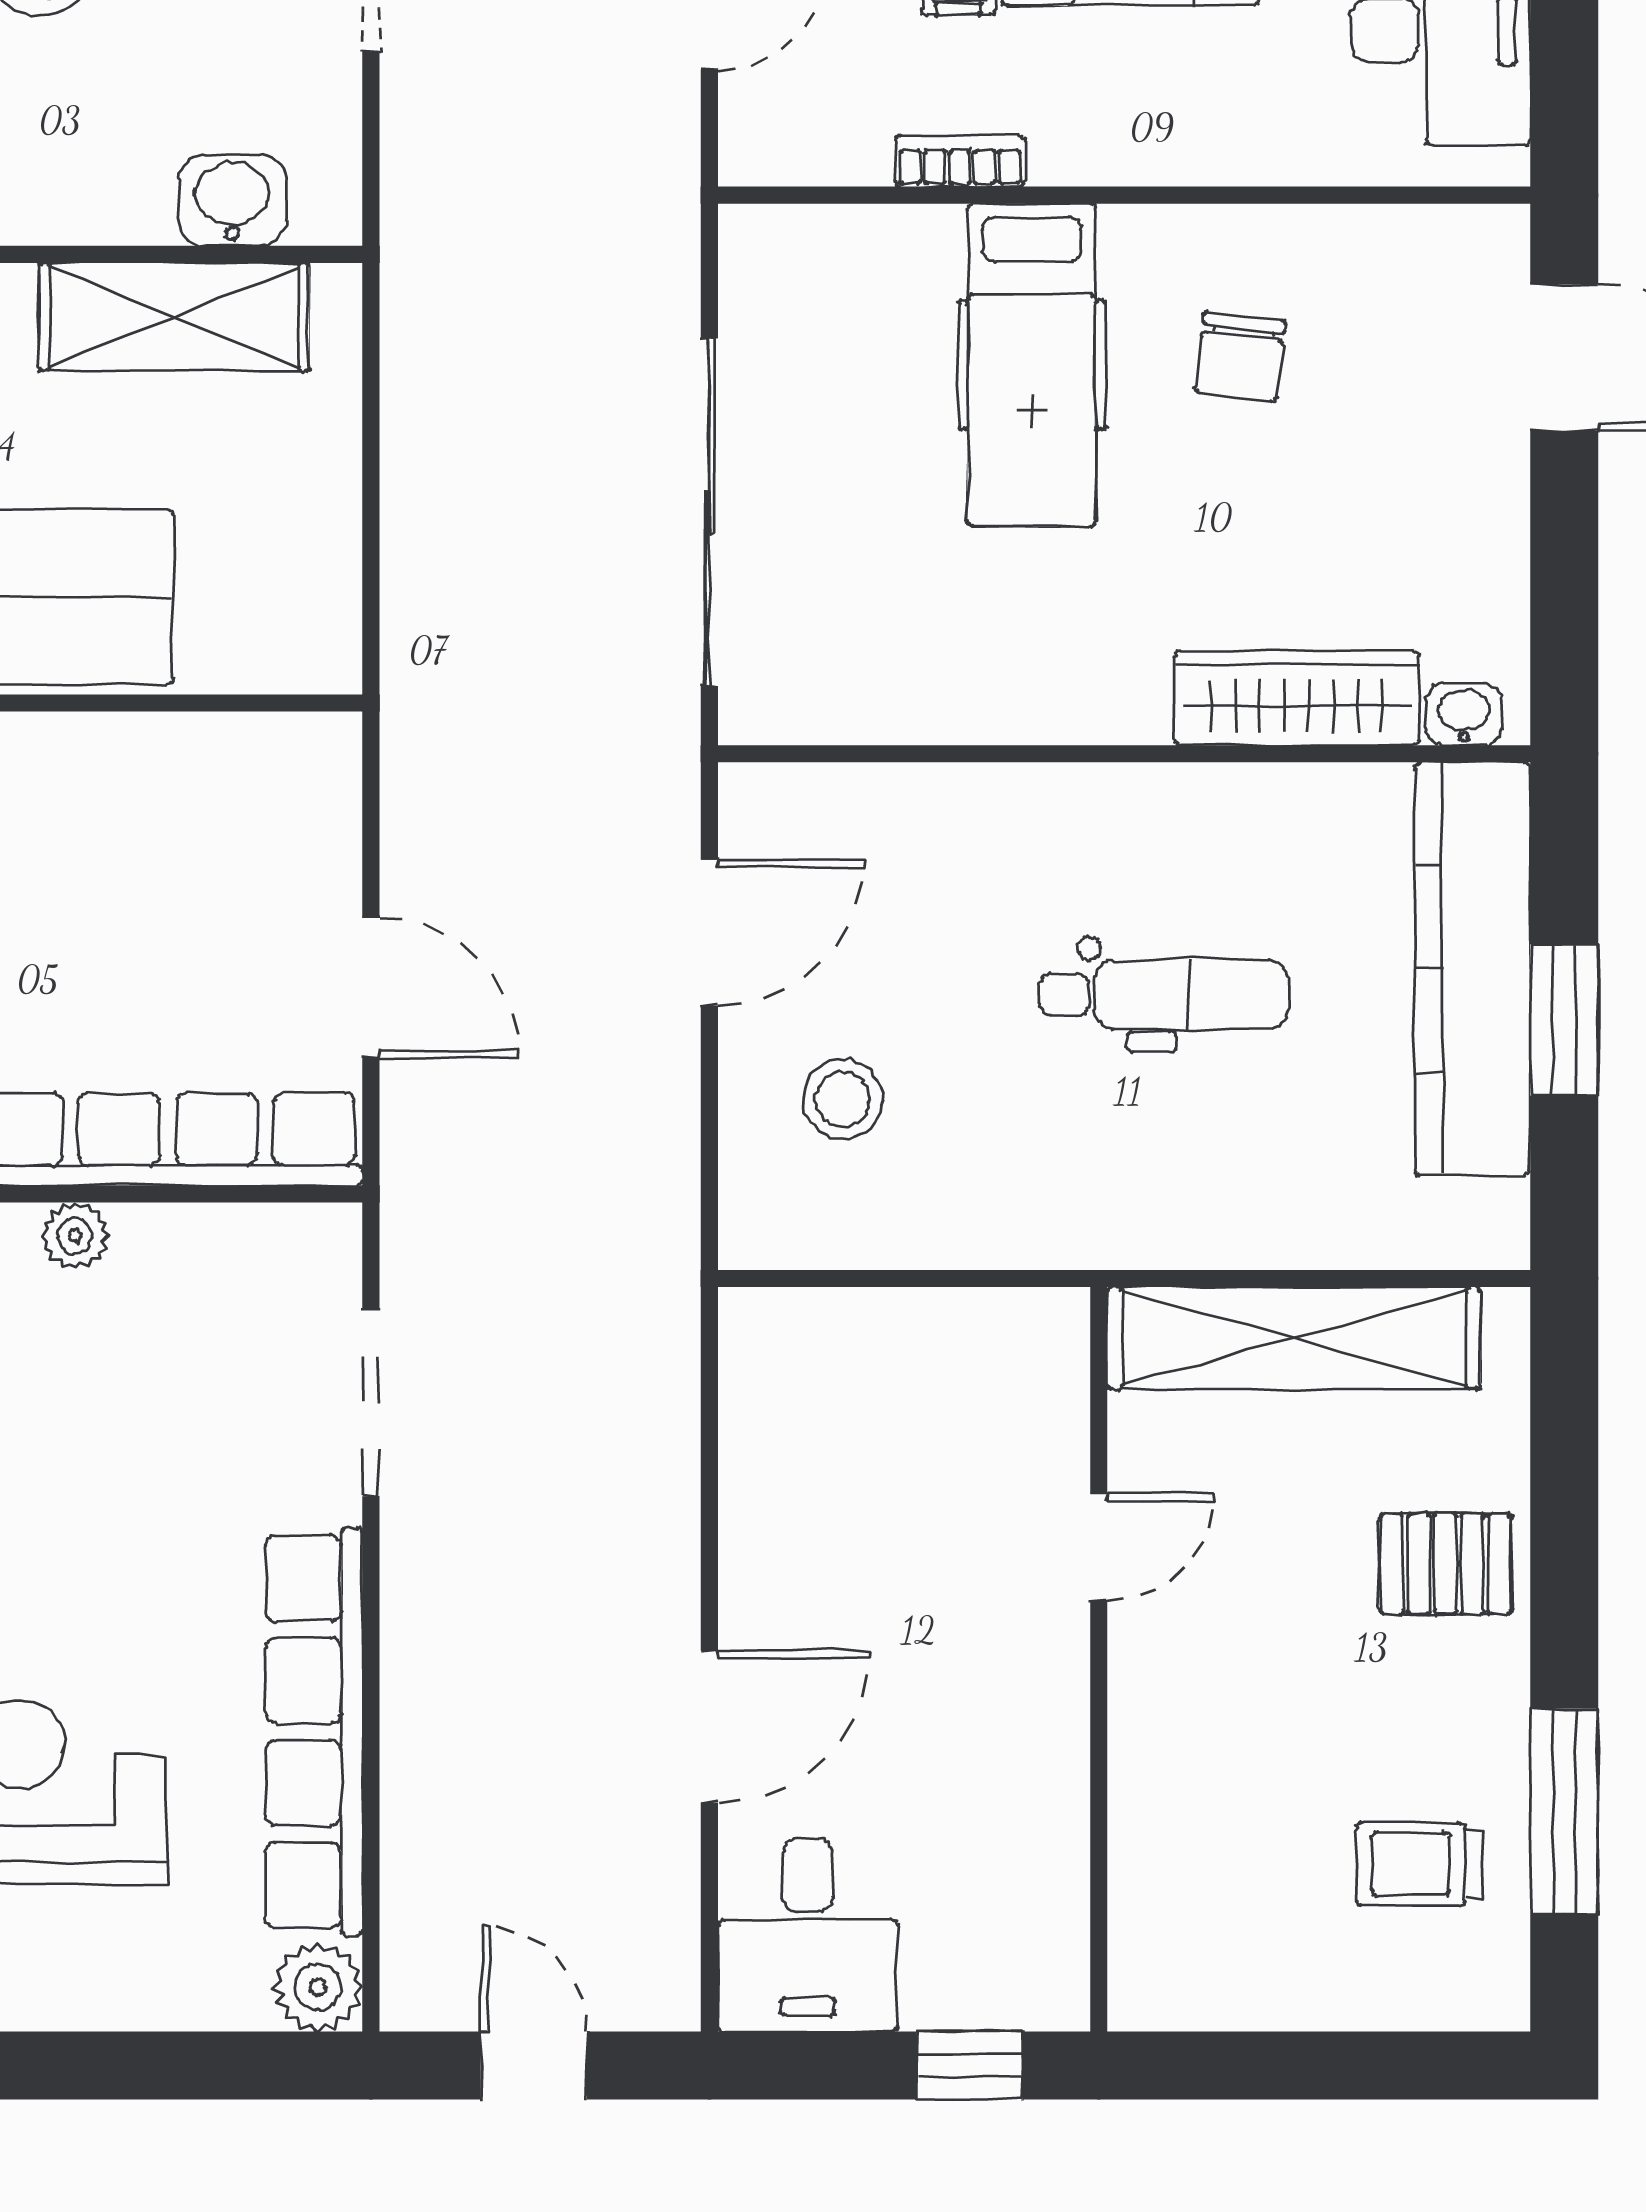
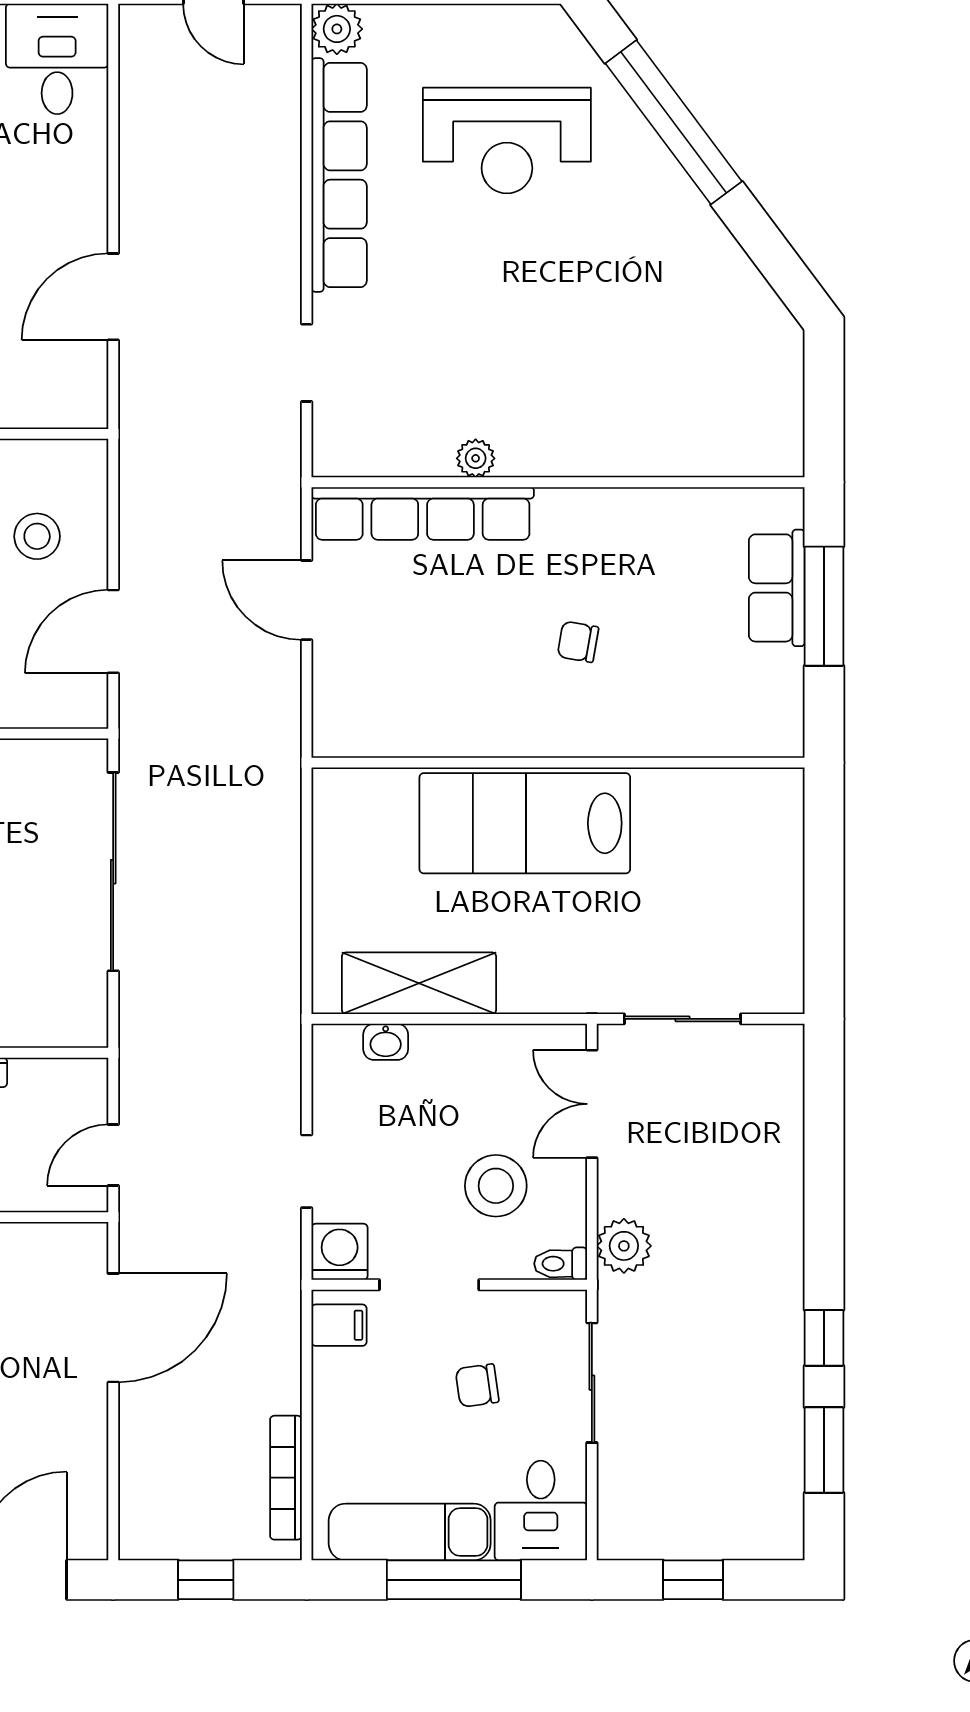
washbasin: (233, 200) -> (386, 1042), width x0.72, depth x0.69
doorway: (371, 1403) -> (307, 363), width x0.73
door: (709, 1727) -> (113, 297), moved

